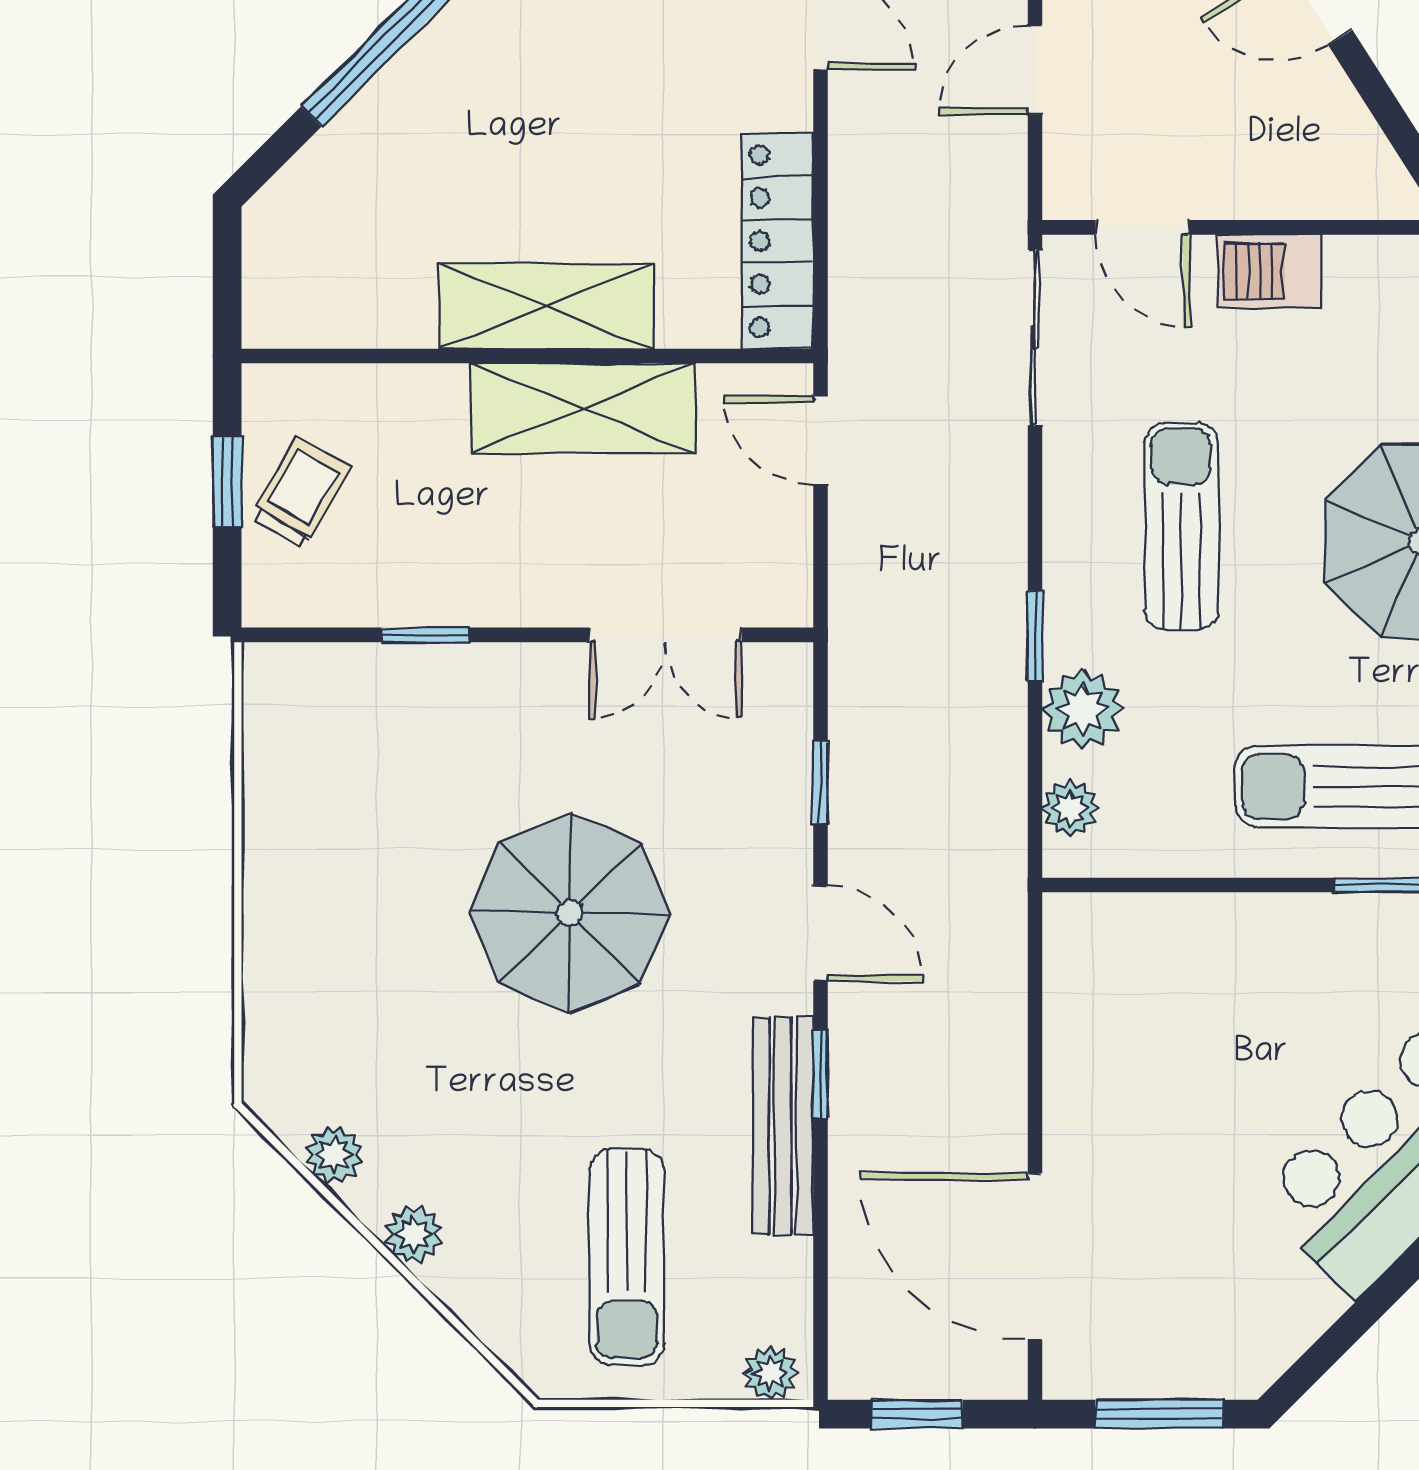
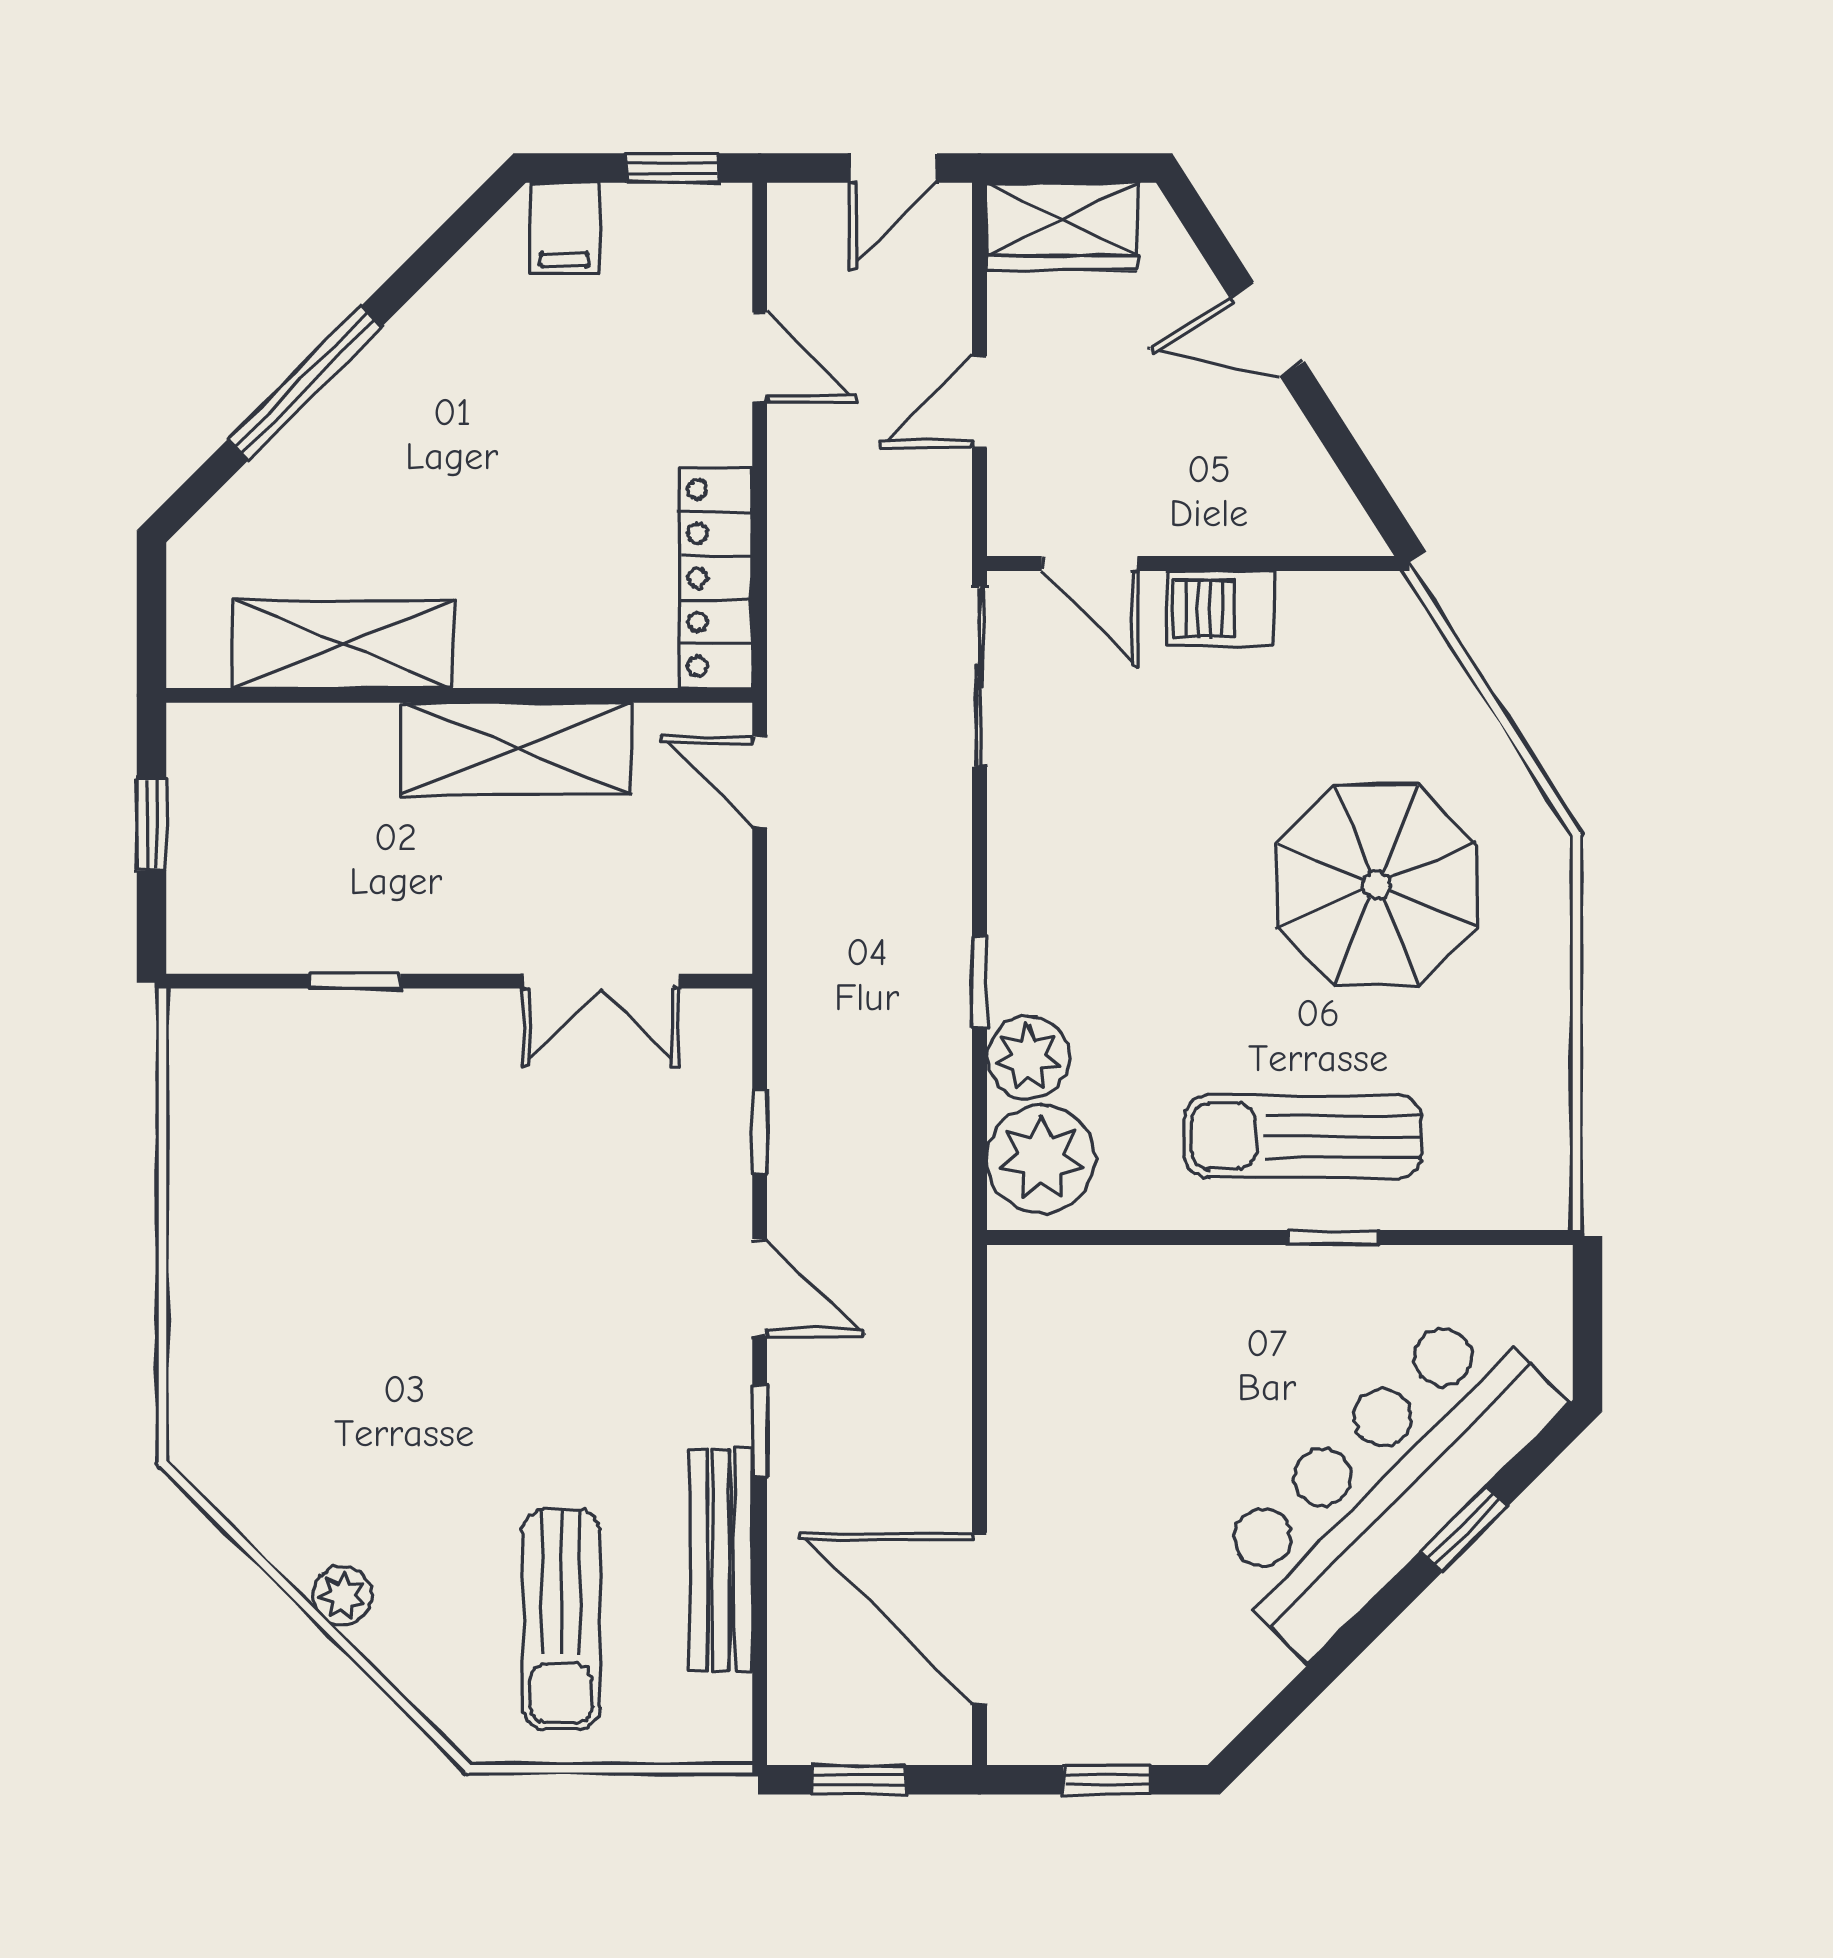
shelving: (546, 306) -> (343, 644), moved
trolley: (300, 492) -> (227, 835), removed
sun lounger: (1181, 526) -> (1129, 870), removed
plant: (1070, 808) -> (1041, 1159), width x1.88, depth x1.88
parasol: (570, 913) -> (503, 1266), removed
bench: (783, 1126) -> (721, 1560), moved
plant: (334, 1155) -> (261, 1514), removed
plant: (771, 1373) -> (709, 1738), removed
window: (1159, 1414) -> (1106, 1780), width x0.67

